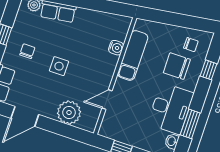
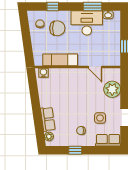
water cooler: (116, 48) -> (43, 73), moved
side table: (59, 66) -> (100, 118), moved
chair: (177, 66) -> (57, 28), turned -90

